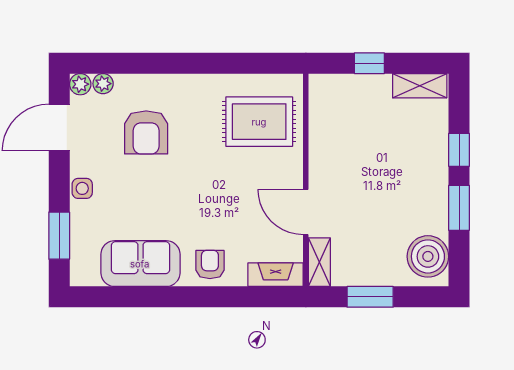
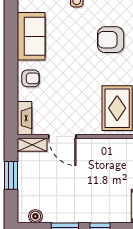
door: (306, 212) -> (62, 136), swing flipped
boiler: (428, 256) -> (35, 216), width x0.54, depth x0.54

